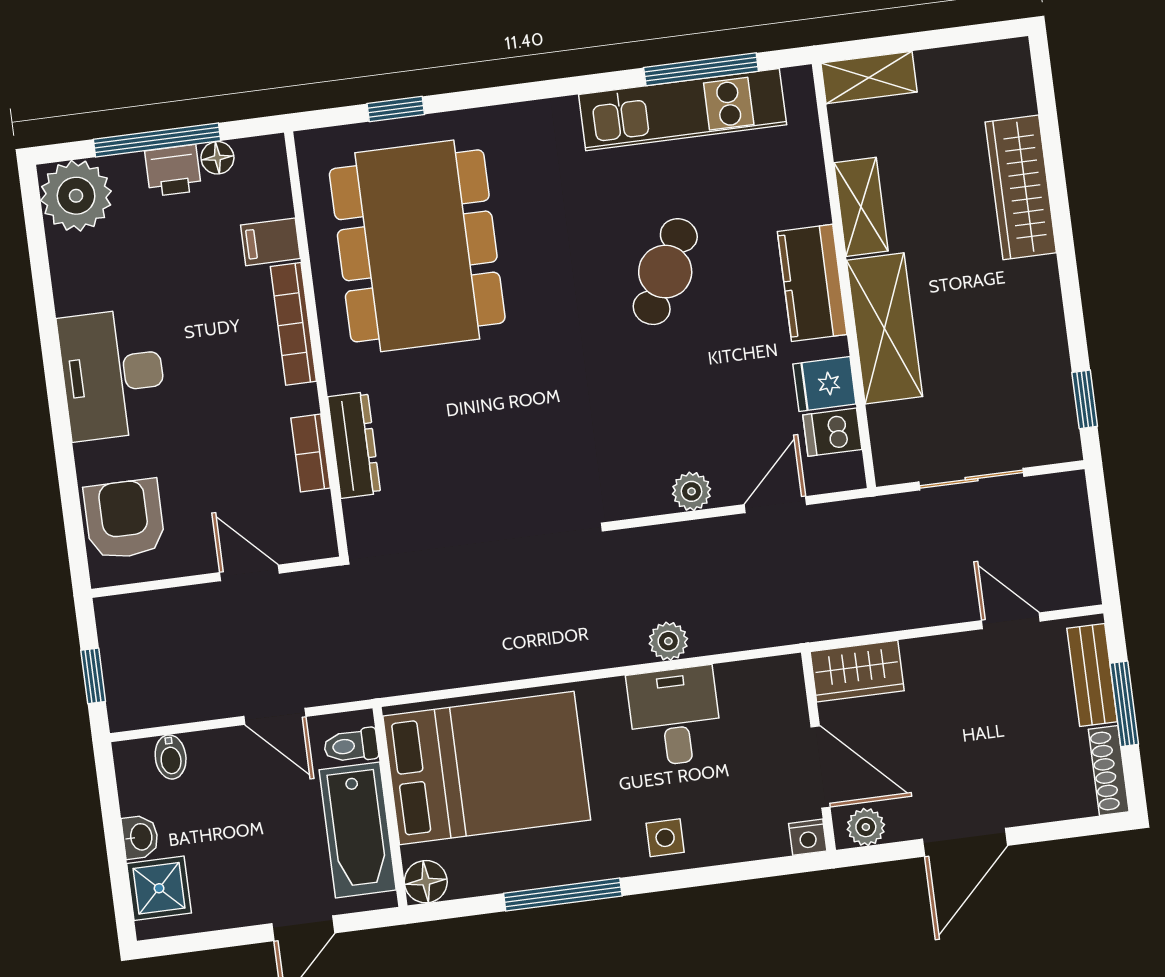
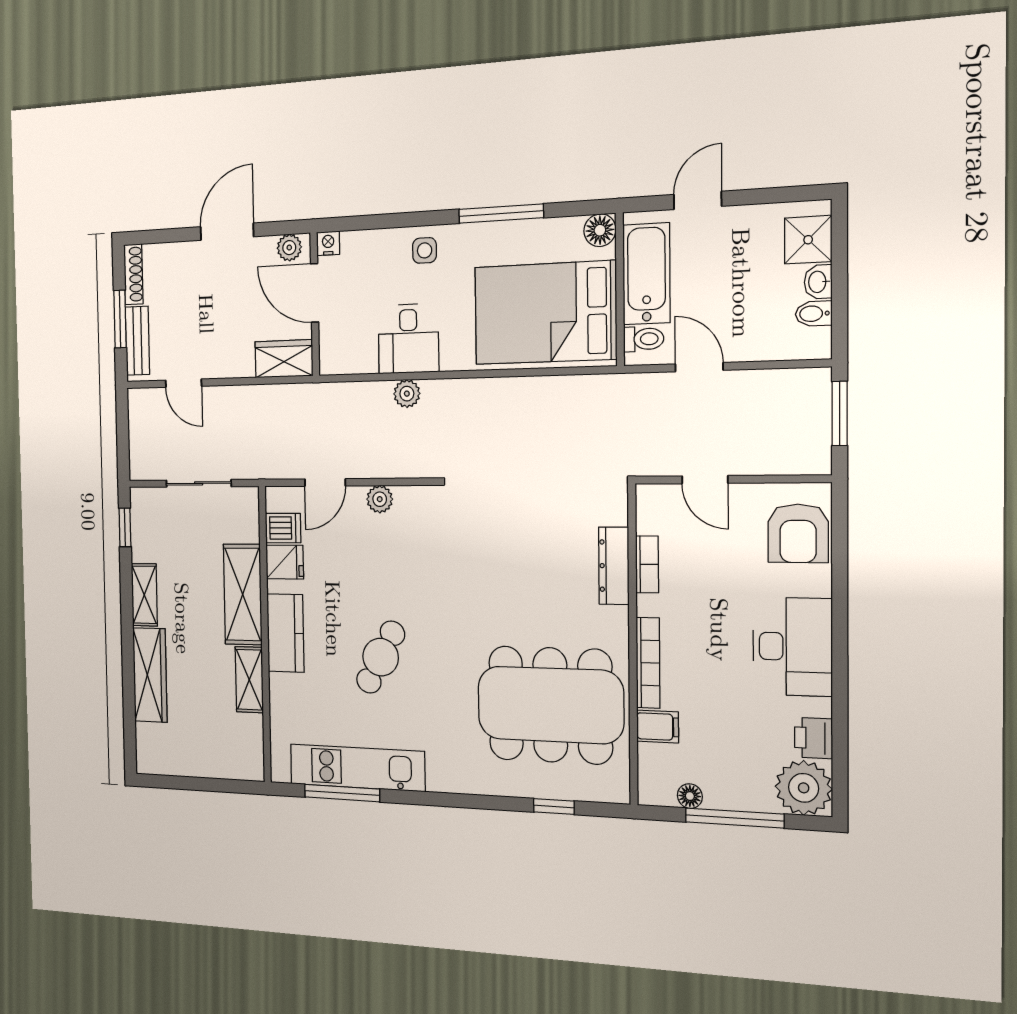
shelving: (869, 78) -> (144, 595), moved, turned 90
printer: (173, 171) -> (813, 738), moved, turned -90
dining table: (417, 246) -> (550, 705), turned 90
window: (93, 676) -> (840, 413), width x1.50
bidet: (171, 757) -> (814, 314), moved, turned -90

